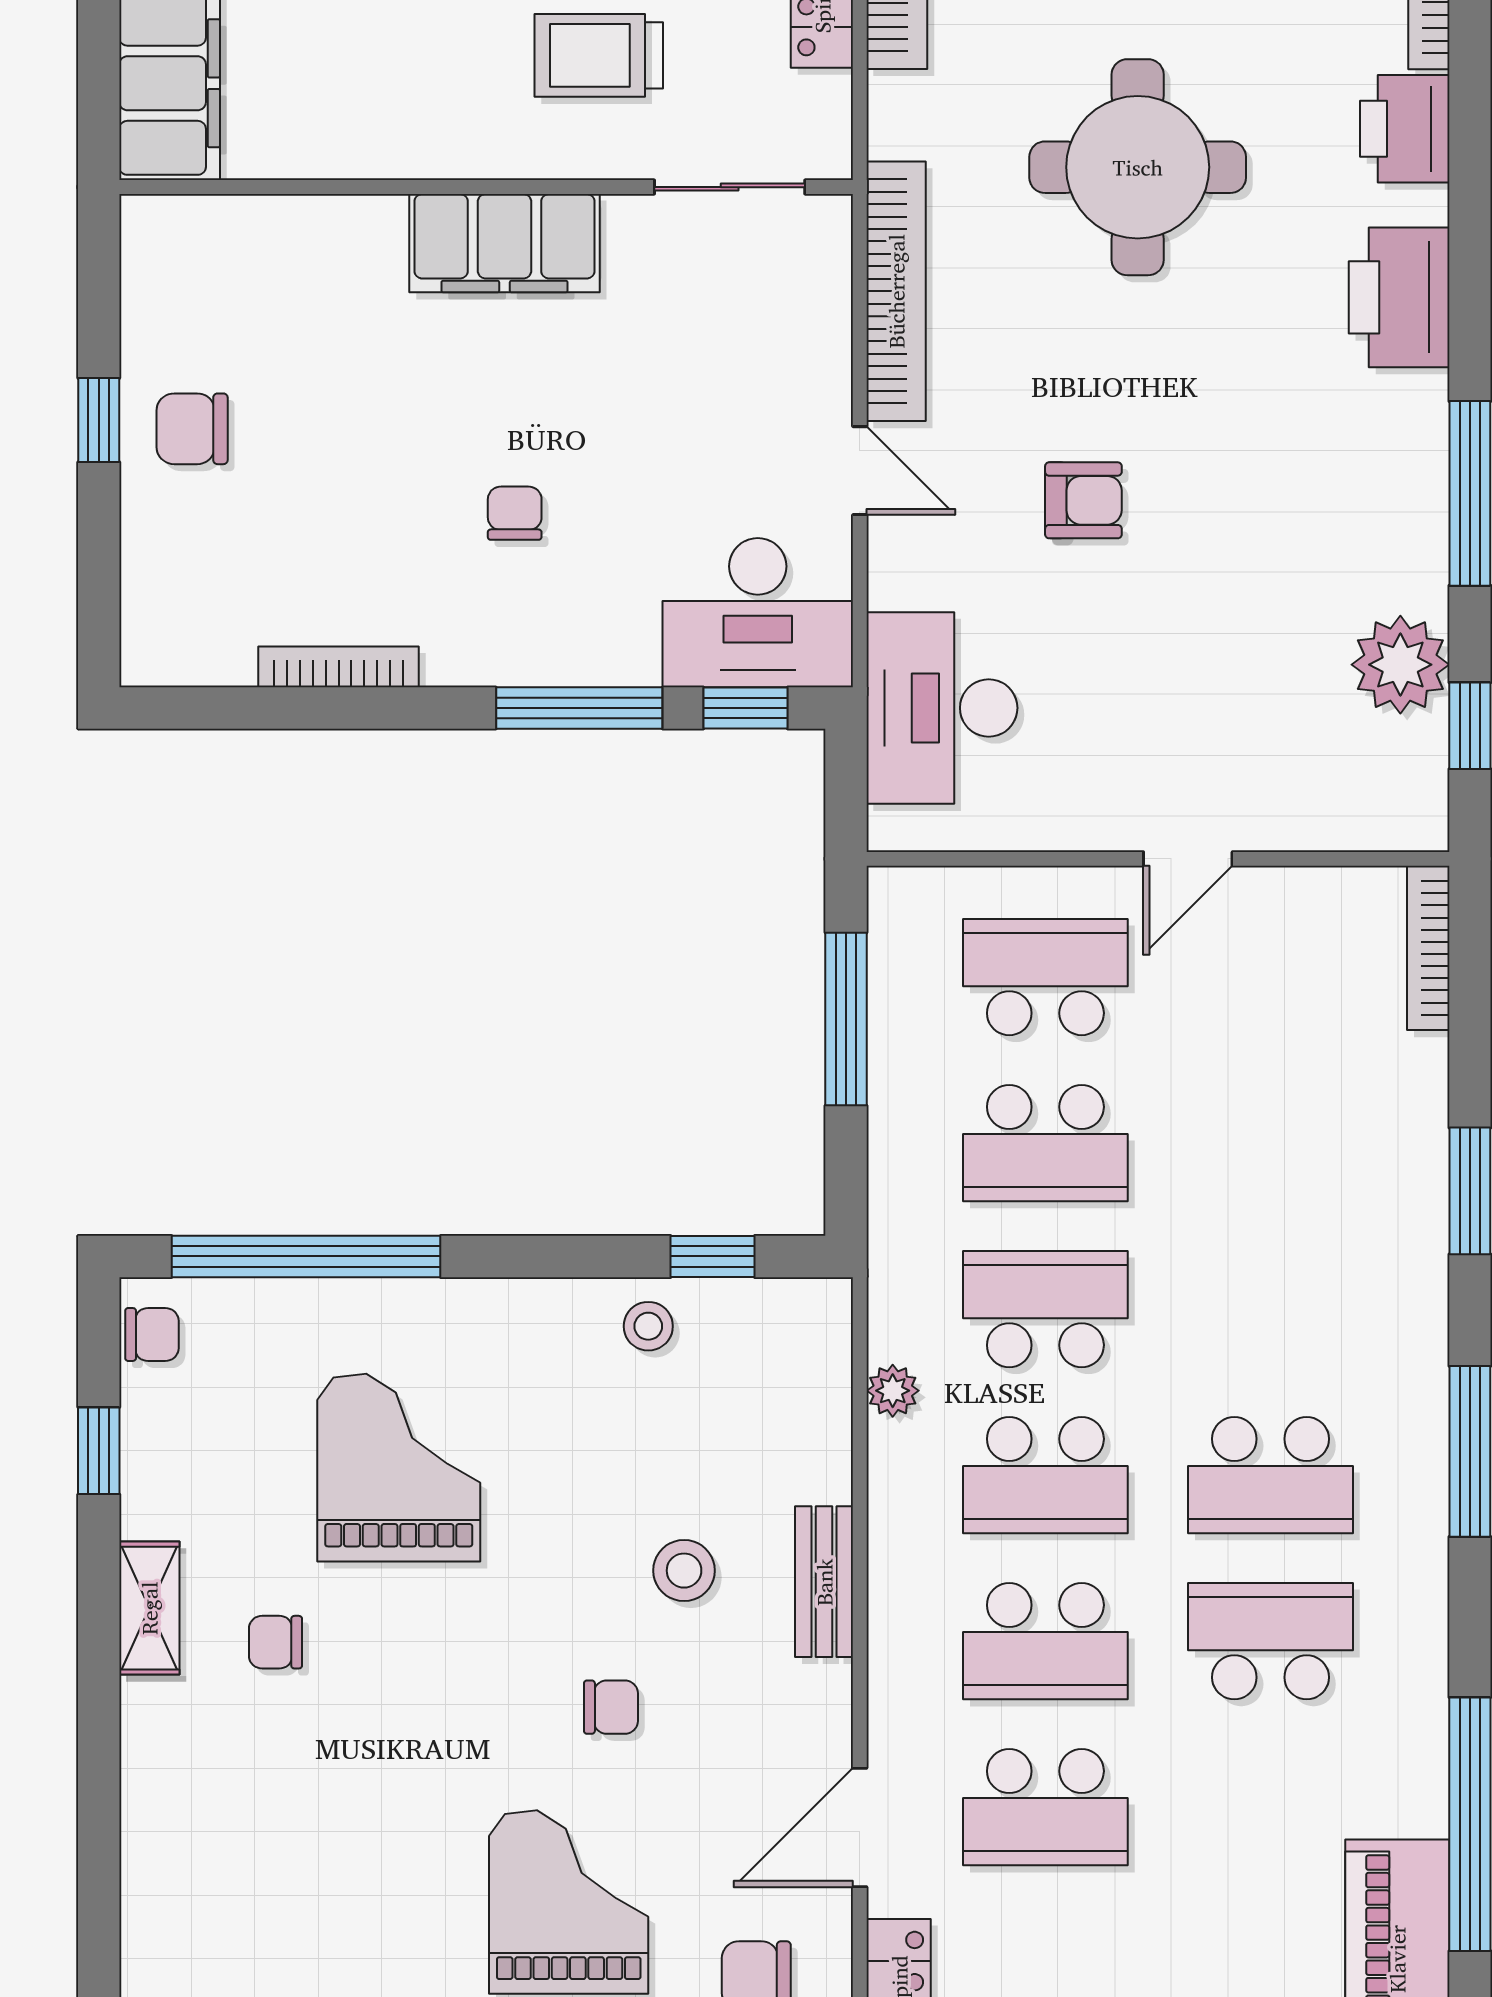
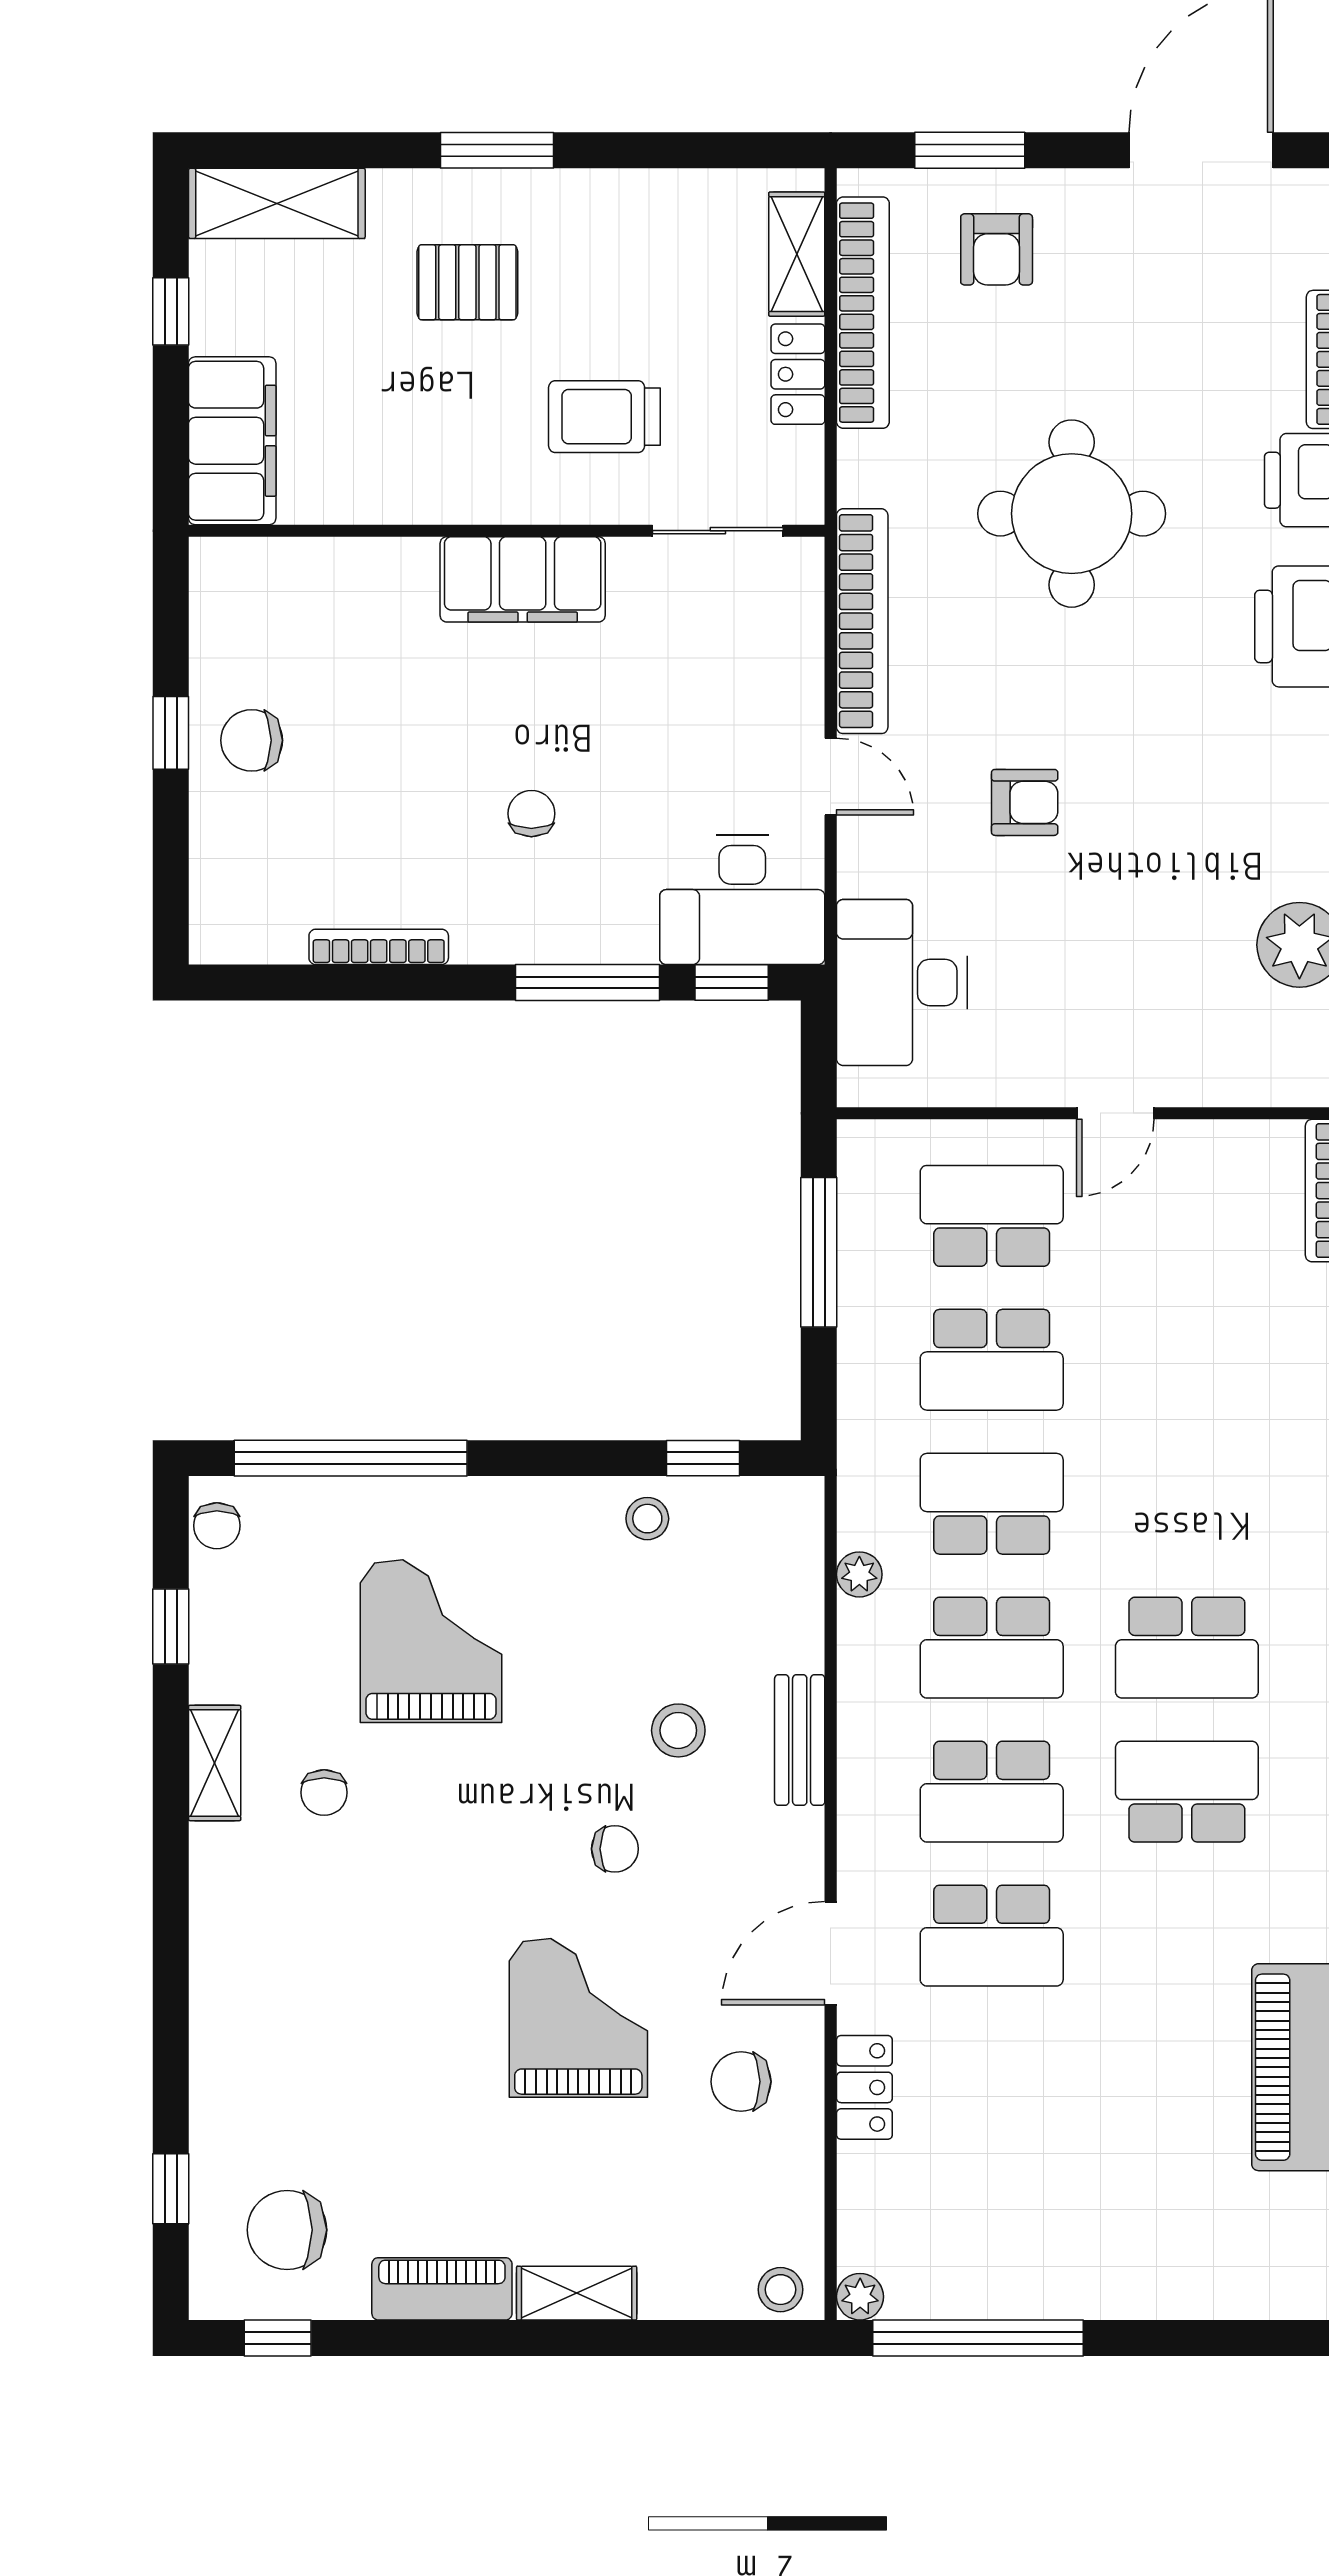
chair: (152, 1334) -> (217, 1526), turned 90
chair: (275, 1642) -> (324, 1793), turned -90

